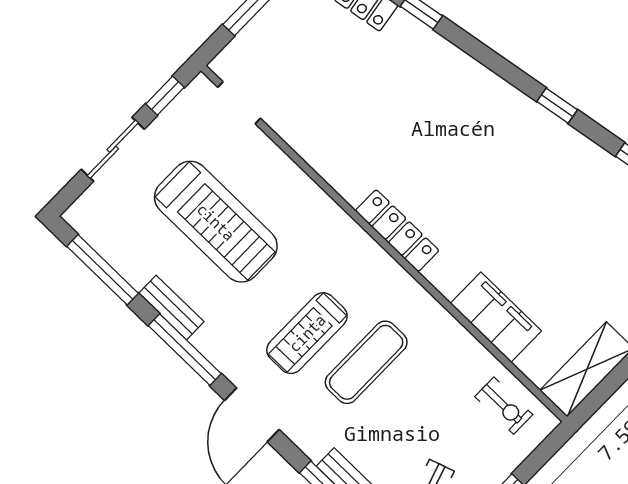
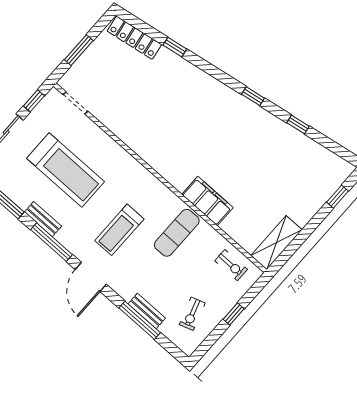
locker: (397, 231) -> (167, 170), removed
filing cabinet: (496, 317) -> (207, 201), moved
exercise mat: (366, 362) -> (177, 233), moved

